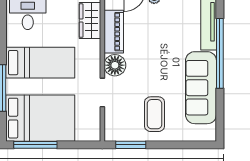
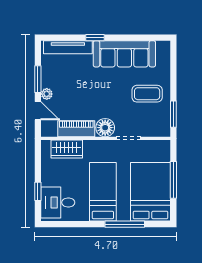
window: (220, 53) -> (95, 38), width x0.32
window: (35, 145) -> (173, 180), moved

